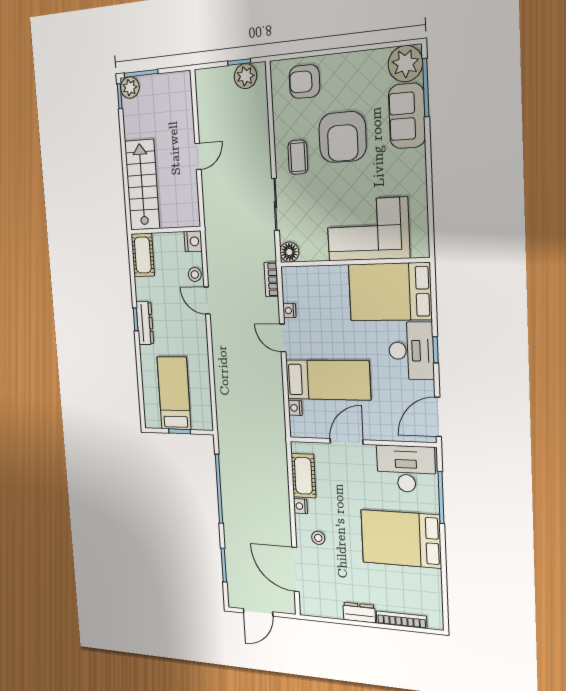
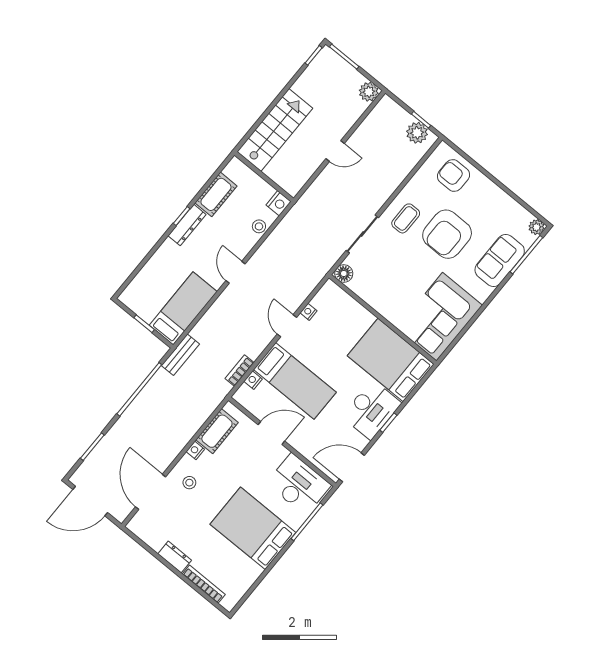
plant: (405, 64) -> (537, 227), width x0.53, depth x0.53
plant: (130, 88) -> (369, 92), moved
corner sofa: (368, 229) -> (440, 317), moved, turned -90
cot: (143, 255) -> (216, 194), moved
bookcase: (271, 280) -> (240, 371), moved
door: (207, 300) -> (235, 272), moved
bed: (174, 393) -> (183, 308), moved
bench: (225, 434) -> (180, 355), added
door: (258, 612) -> (90, 501), width x1.36

